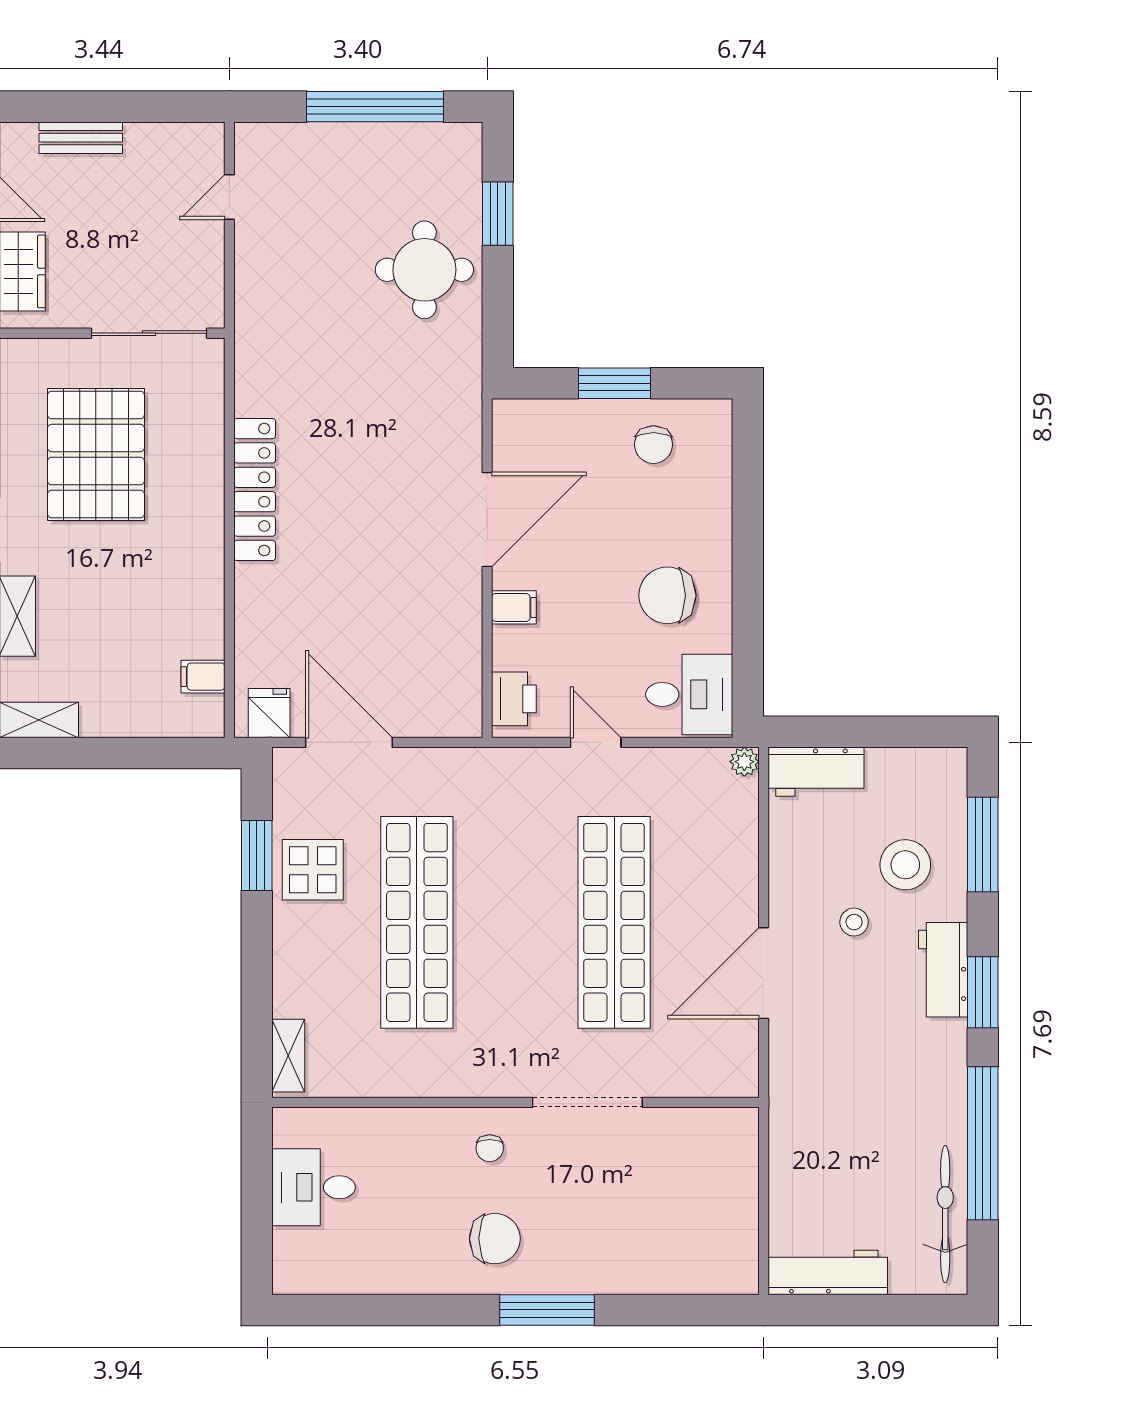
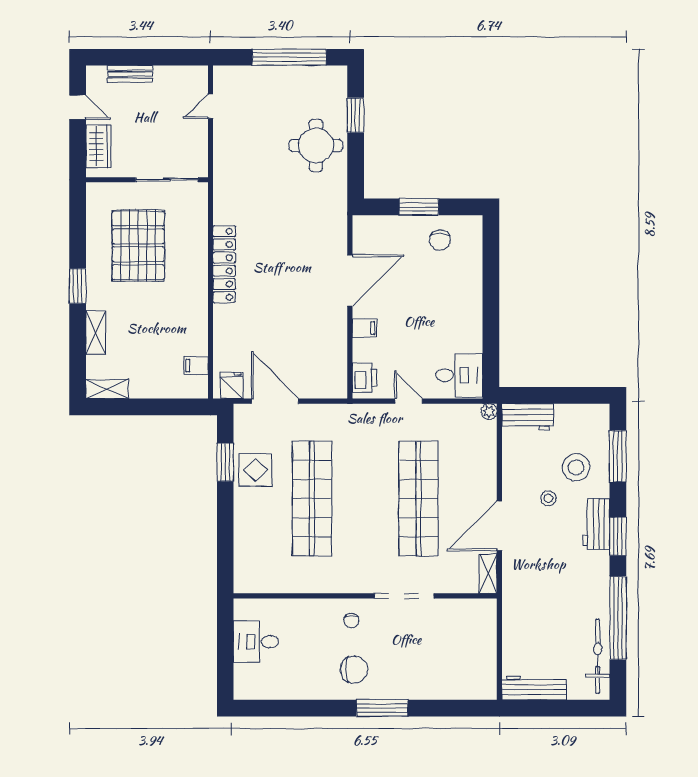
chair: (667, 595) -> (447, 322), removed
shelving: (288, 1056) -> (488, 574), moved

